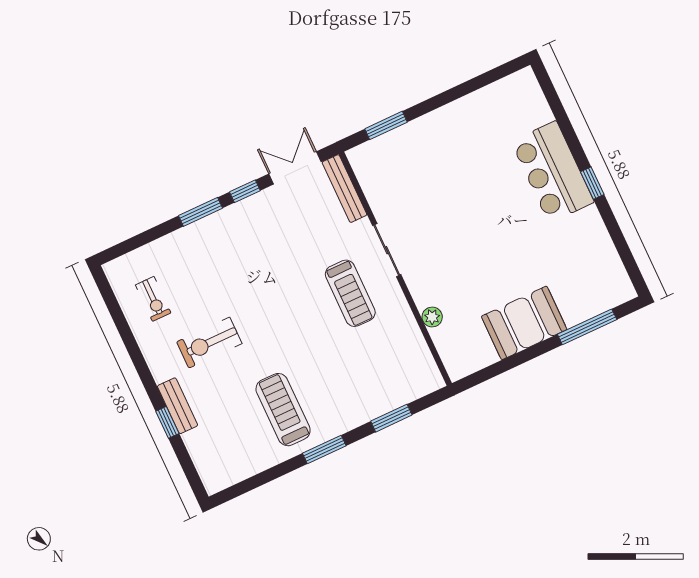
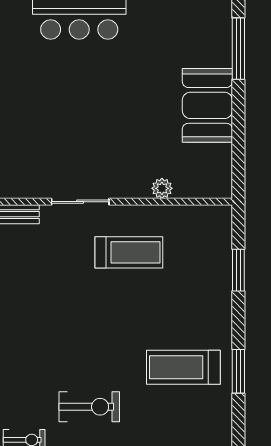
treadmill: (350, 293) -> (129, 252), moved
exercise bike: (209, 343) -> (89, 407), turned -90
window: (324, 449) -> (238, 371), moved

